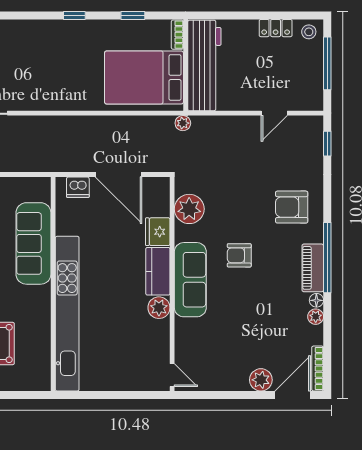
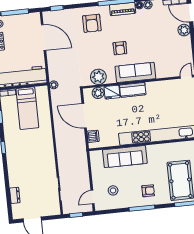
bed: (144, 77) -> (27, 108), width x0.67
door: (274, 113) -> (44, 38), width x1.87
door: (119, 175) -> (84, 116), swing flipped
plant: (159, 308) -> (98, 93), moved

